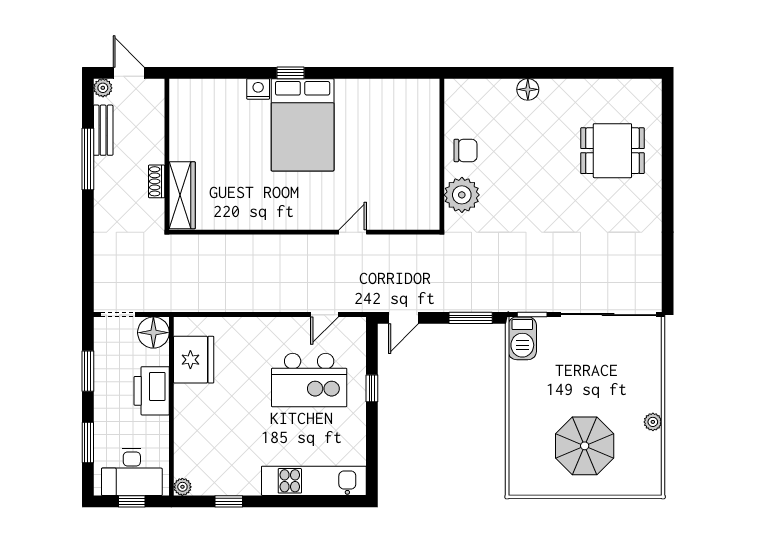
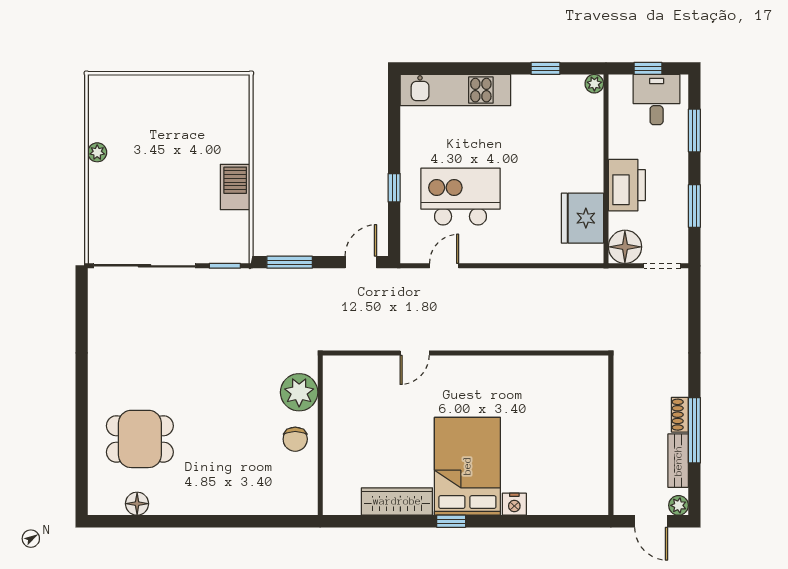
window: (291, 73) -> (451, 521), moved
floor lamp: (528, 89) -> (137, 504), moved
chair: (465, 150) -> (295, 439), turned -90
shoe rack: (157, 181) -> (680, 415), moved, turned 180
wardrobe: (182, 195) -> (397, 501), moved, turned 90
barbecue: (522, 338) -> (235, 187), moved
parasol: (585, 446) -> (169, 127), removed
desk: (132, 472) -> (657, 100), width x0.73

